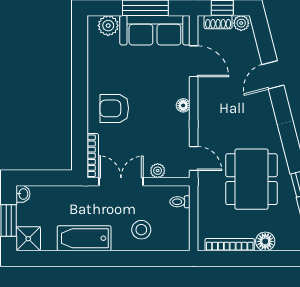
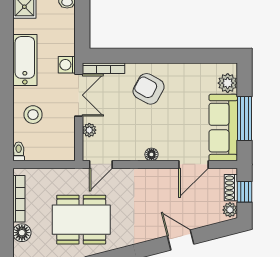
armchair: (114, 108) -> (149, 89), turned -61
washing machine: (89, 194) -> (67, 65), added
toilet: (180, 202) -> (19, 151), moved

